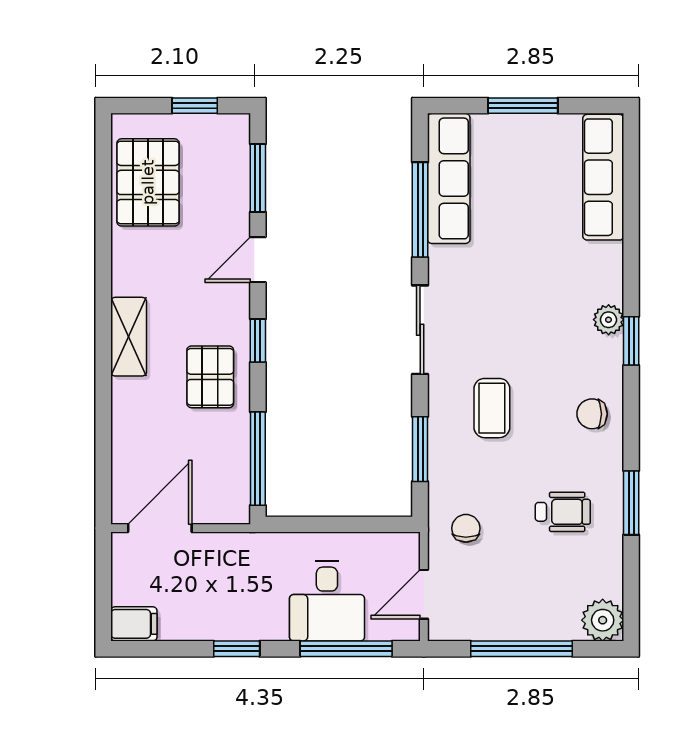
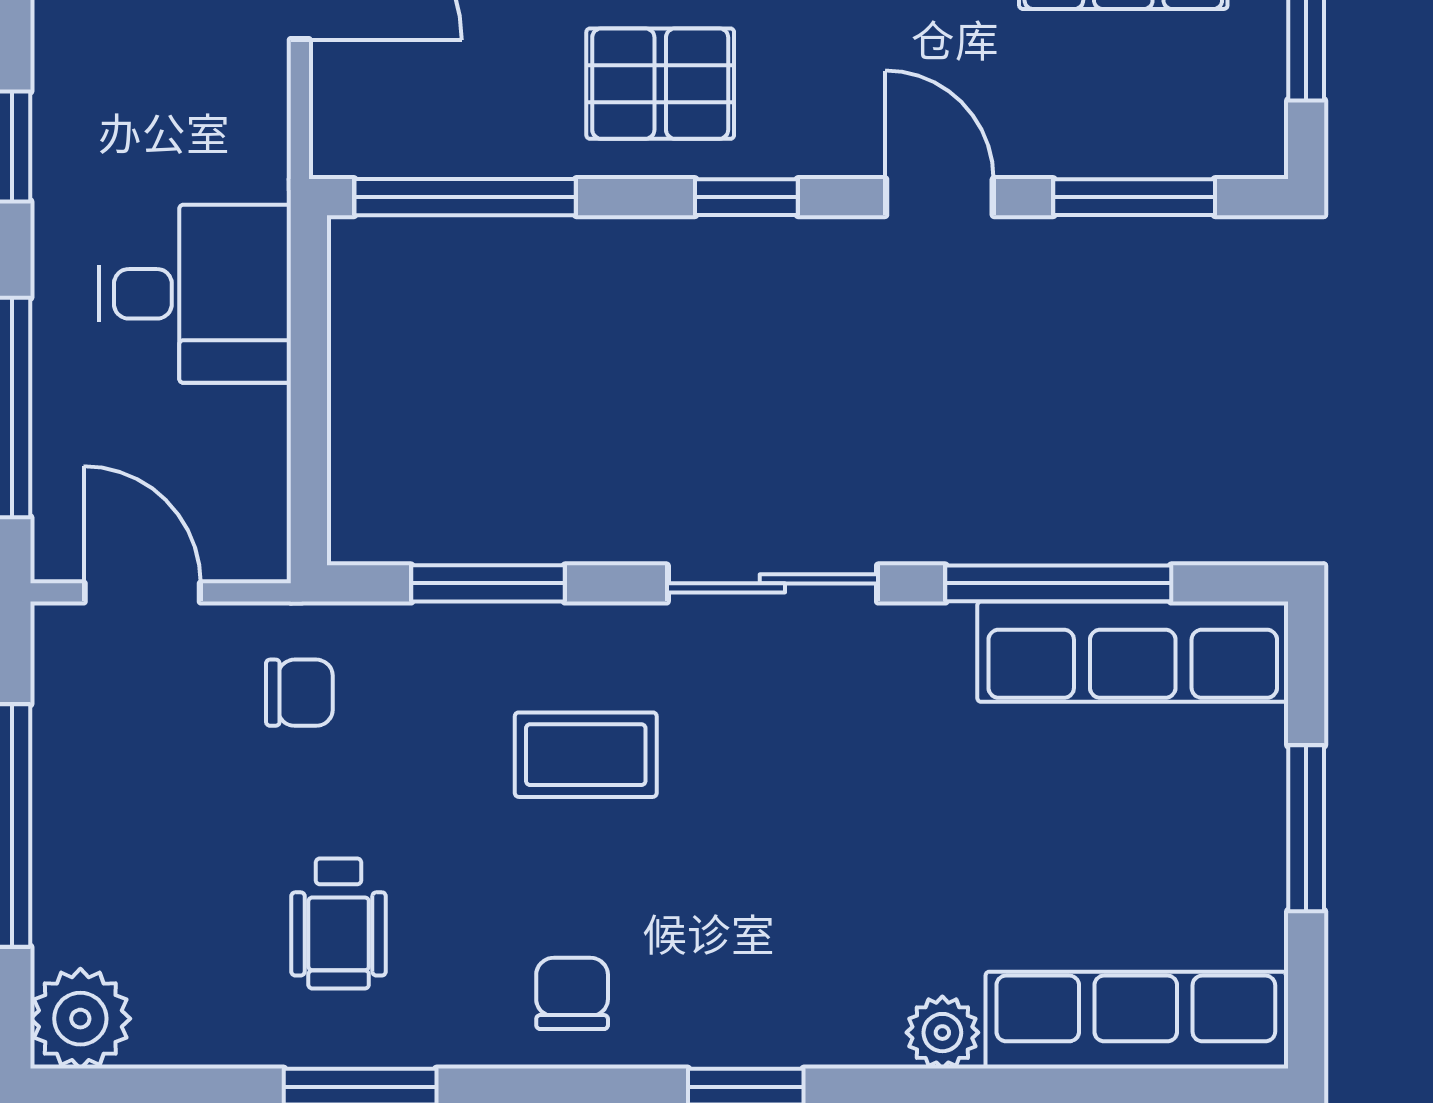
plant: (609, 320) -> (942, 1033), moved
desk: (327, 601) -> (195, 294), moved, turned 180

